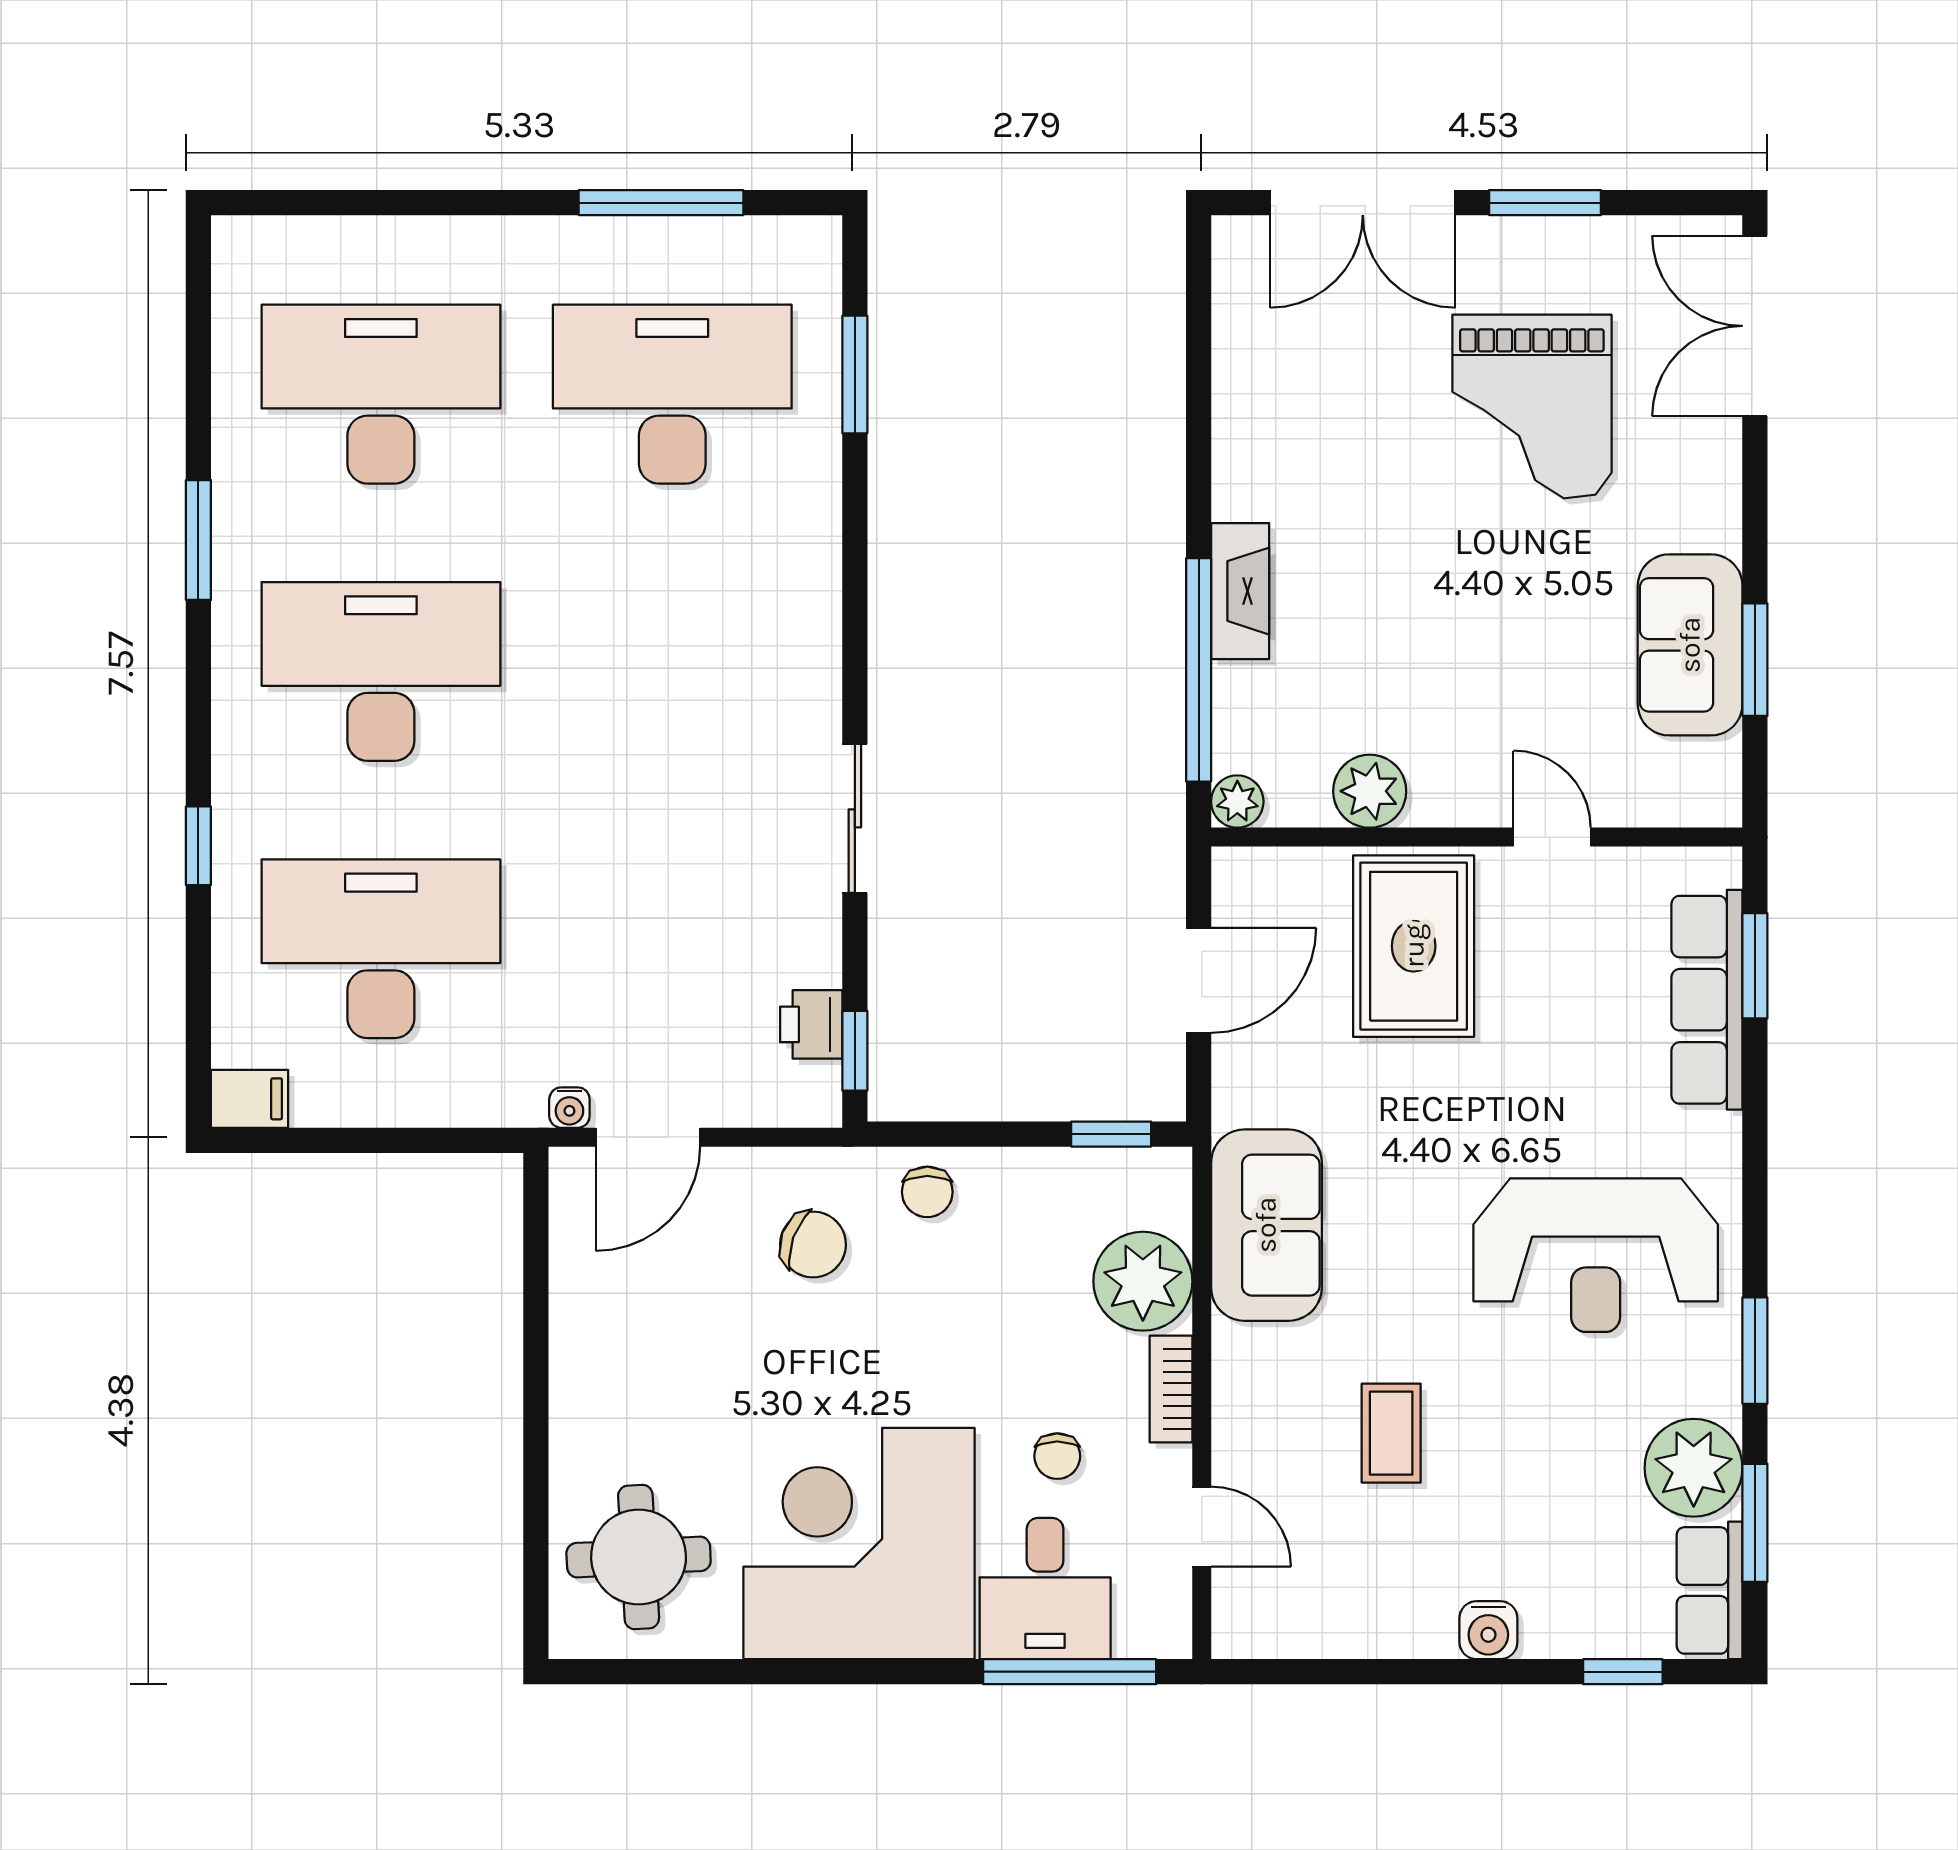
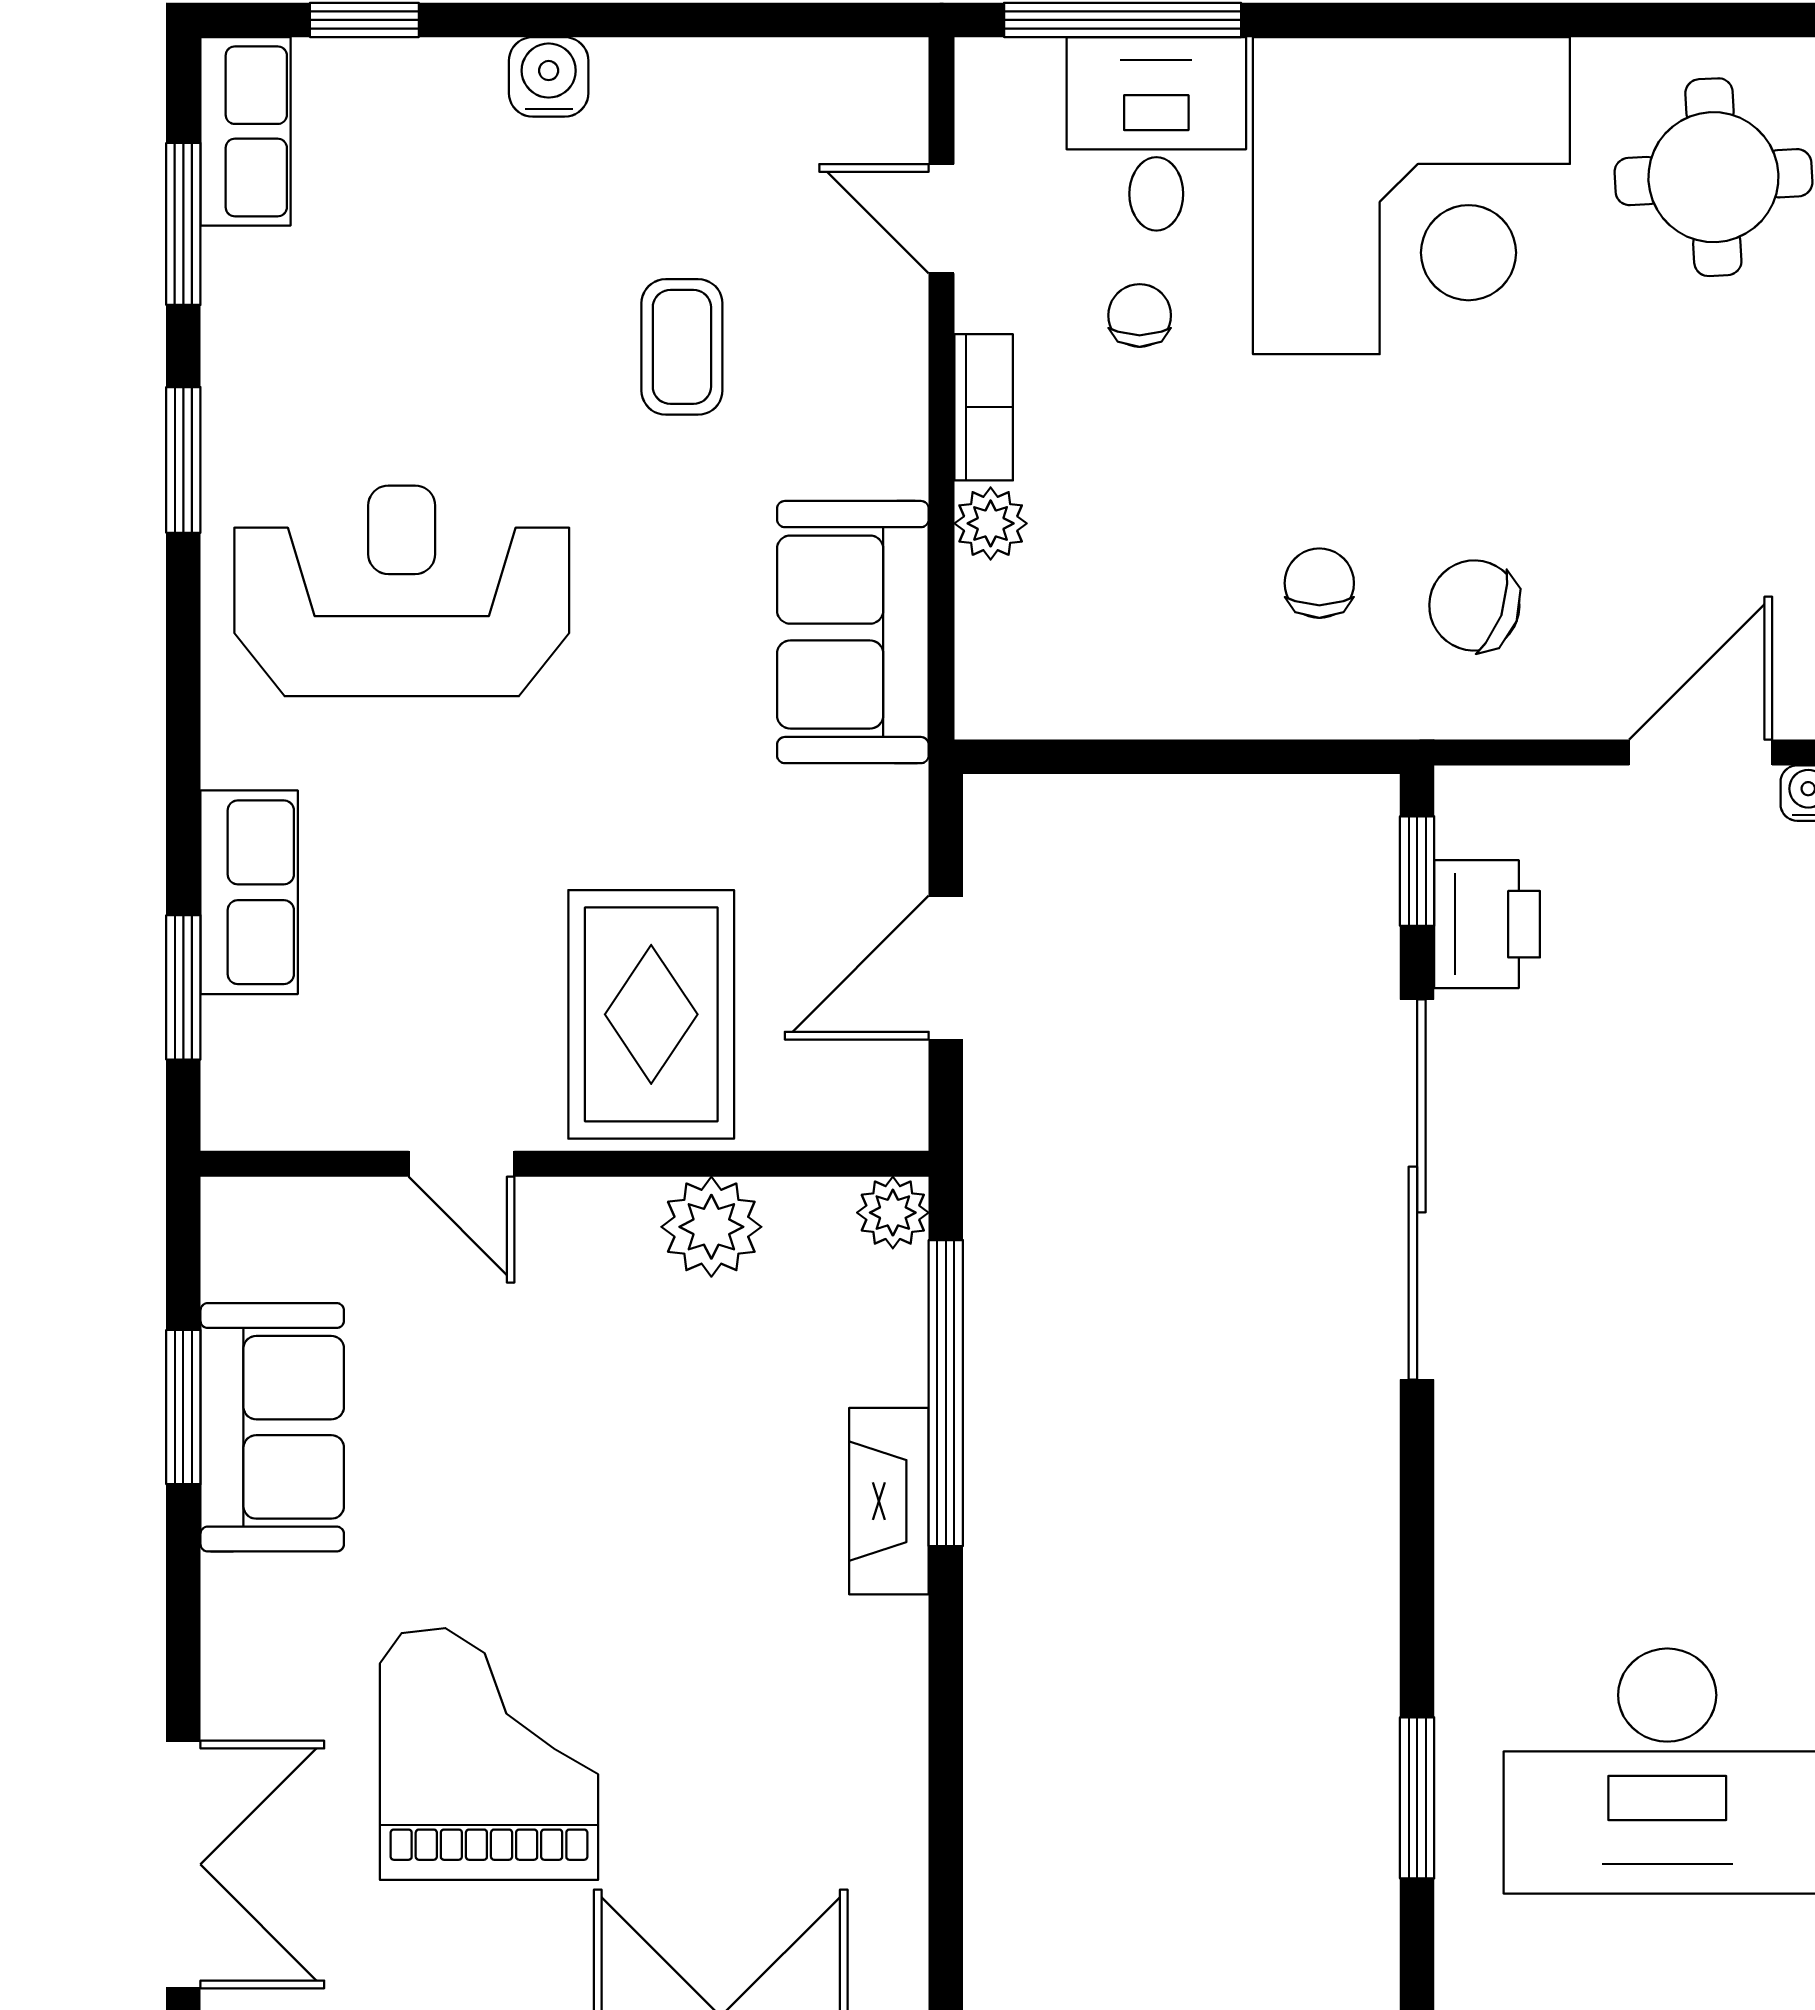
sliding door: (855, 818) -> (1417, 1190), width x1.86
row of seats: (1707, 1000) -> (249, 892), width x0.68
printer: (811, 1024) -> (1487, 924), width x1.36, depth x1.24
window: (1111, 1134) -> (1066, 757), removed
chair: (927, 1192) -> (1319, 583), moved
plant: (1143, 1281) -> (991, 523), width x0.53, depth x0.53
plant: (1694, 1468) -> (267, 300), removed

